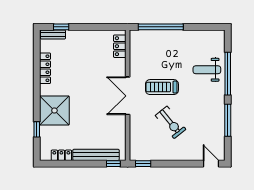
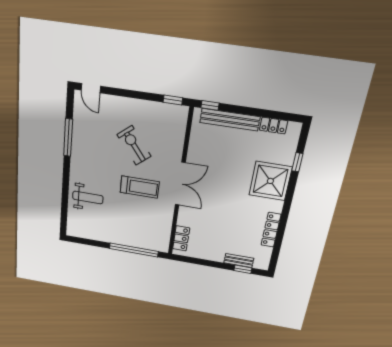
bench: (53, 35) -> (239, 261), moved
window: (228, 74) -> (65, 190), removed

